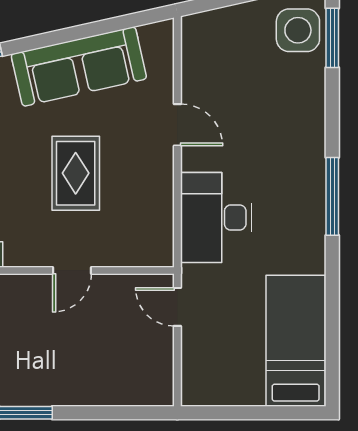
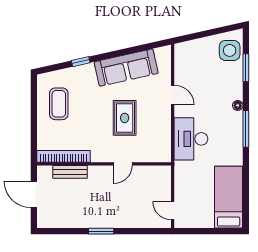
window: (332, 38) -> (246, 68), moved
floor lamp: (315, 147) -> (238, 105), added
door: (177, 307) -> (173, 211), moved

